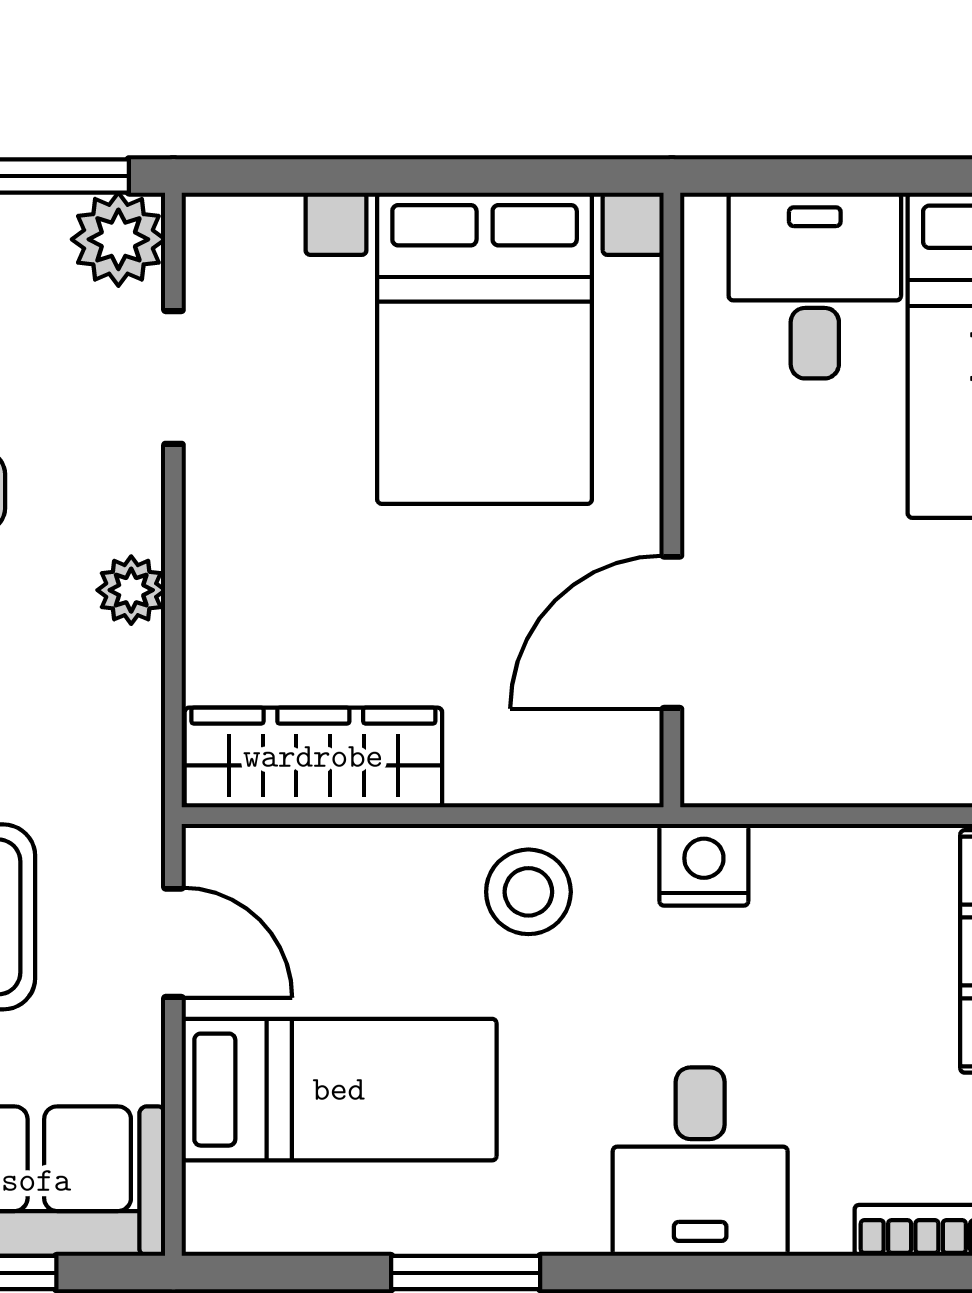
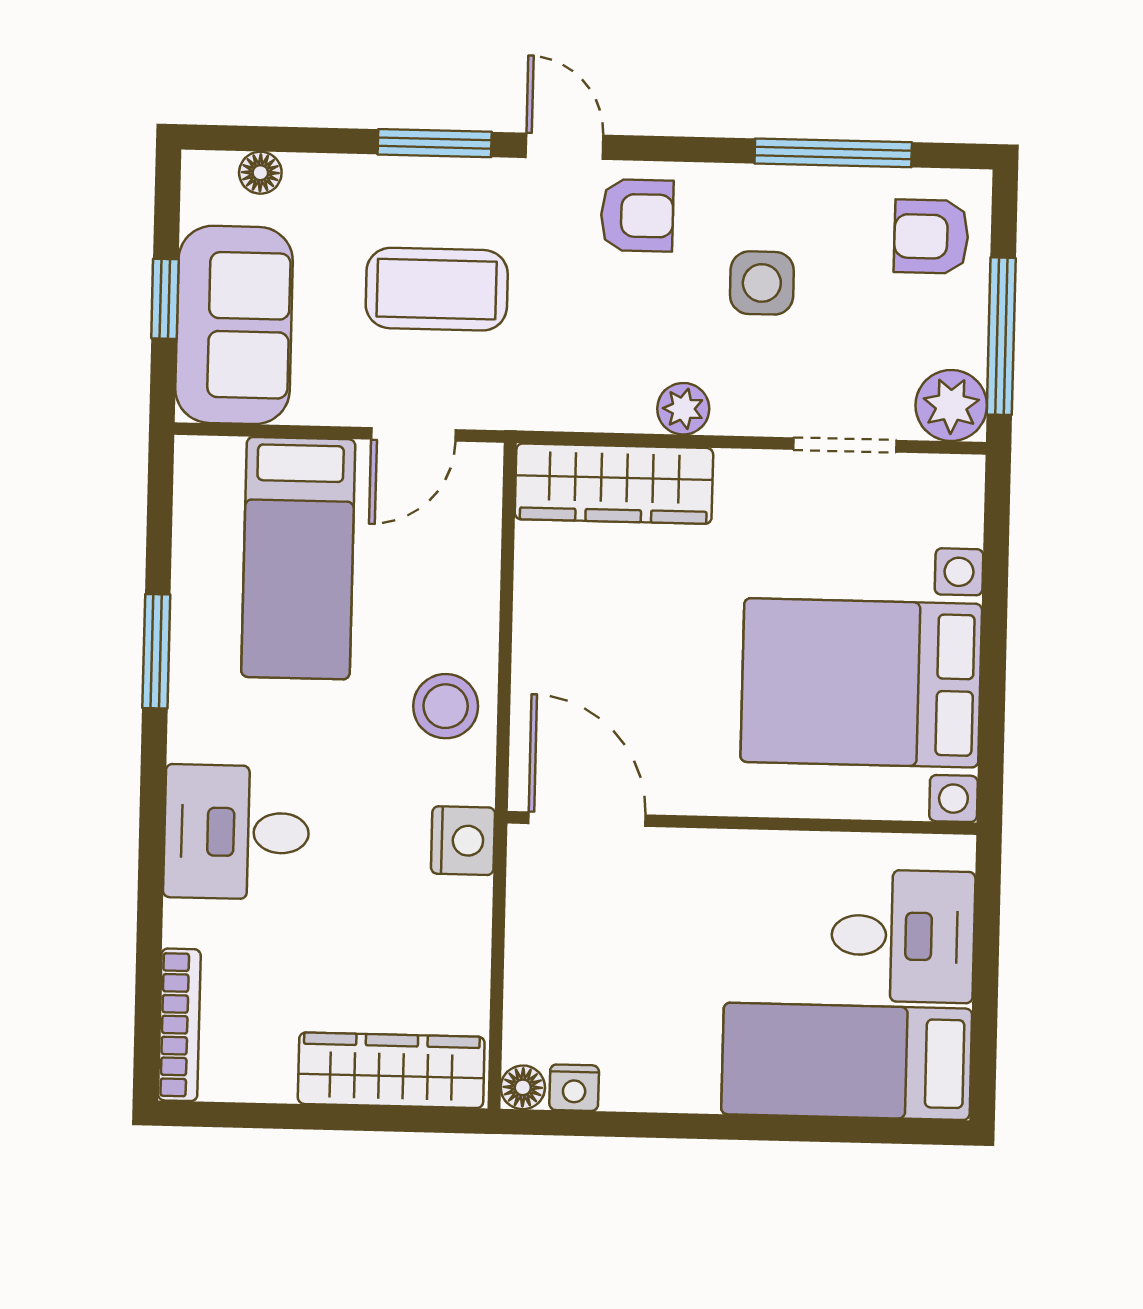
door: (672, 632) -> (587, 819), moved
wardrobe: (313, 757) -> (614, 484), moved, turned 90

